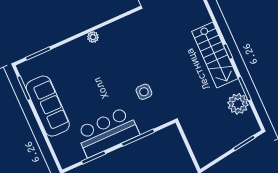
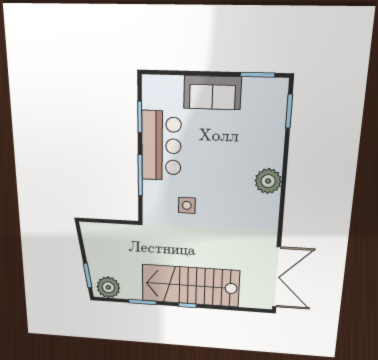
plant: (93, 37) -> (268, 181), width x1.88, depth x1.88
stairs: (215, 55) -> (190, 286), width x1.36, depth x1.51
plant: (238, 104) -> (108, 287), moved
sofa: (48, 106) -> (212, 93), width x0.73

